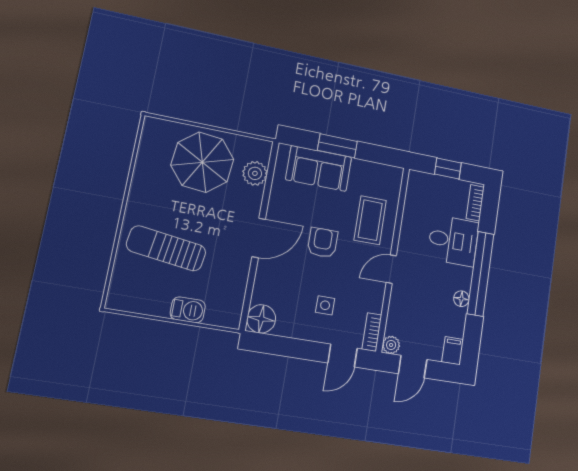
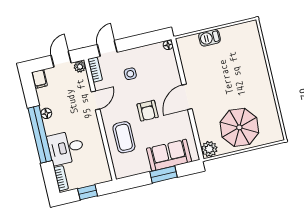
plant: (255, 173) -> (209, 149), moved
sun lounger: (166, 248) -> (237, 68), removed
door: (391, 269) -> (96, 100), moved
floor lamp: (261, 319) -> (168, 45), width x0.53, depth x0.53

